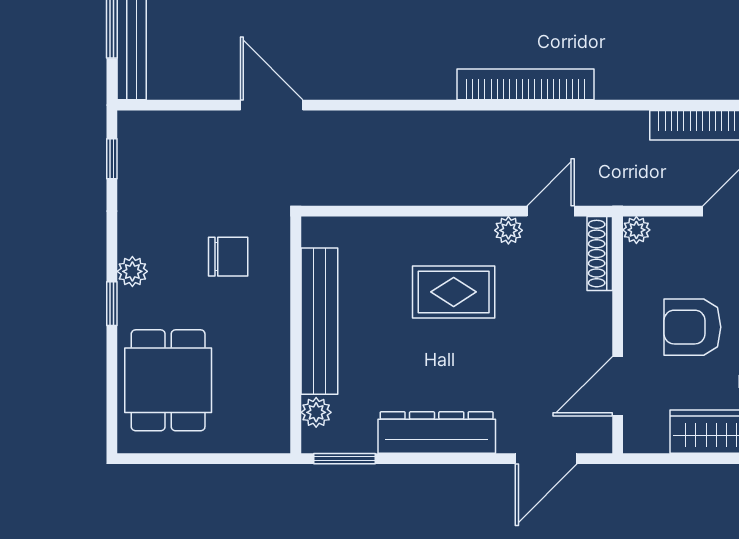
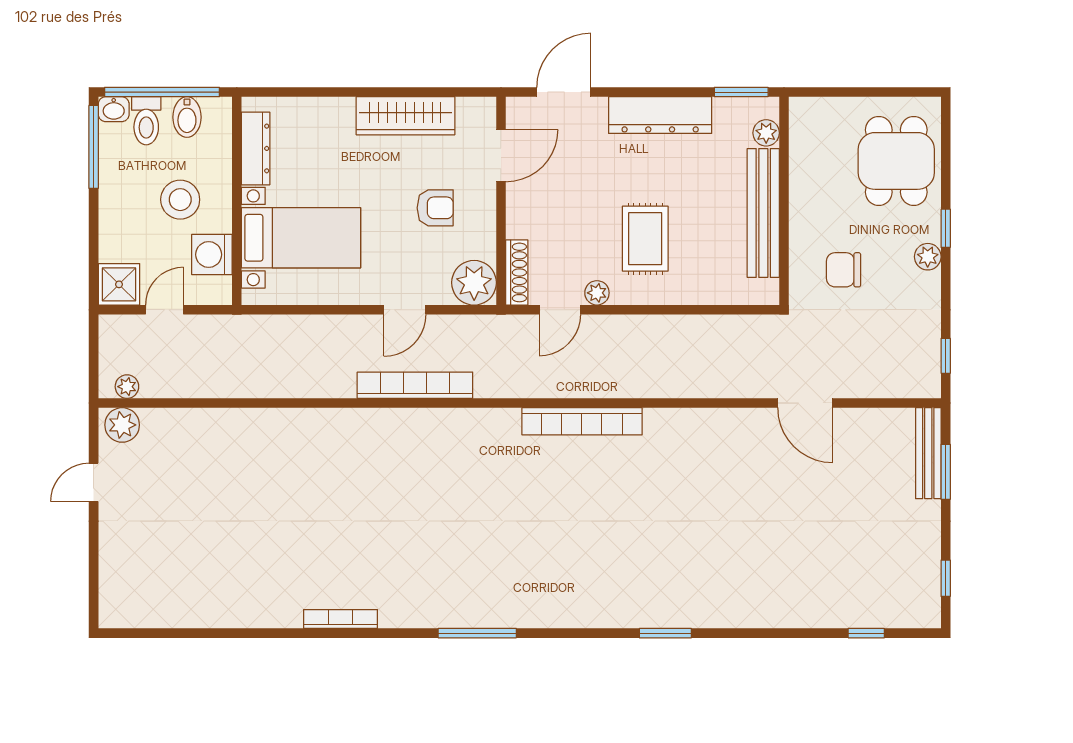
plant: (636, 230) -> (474, 283), width x1.88, depth x1.88
rug: (454, 292) -> (645, 239), turned 90
armchair: (692, 327) -> (435, 208), width x0.72, depth x0.72

